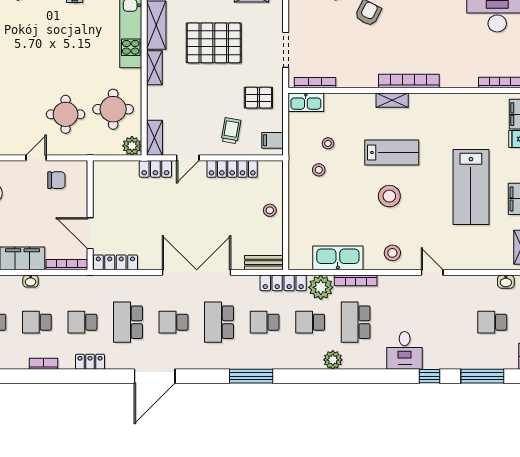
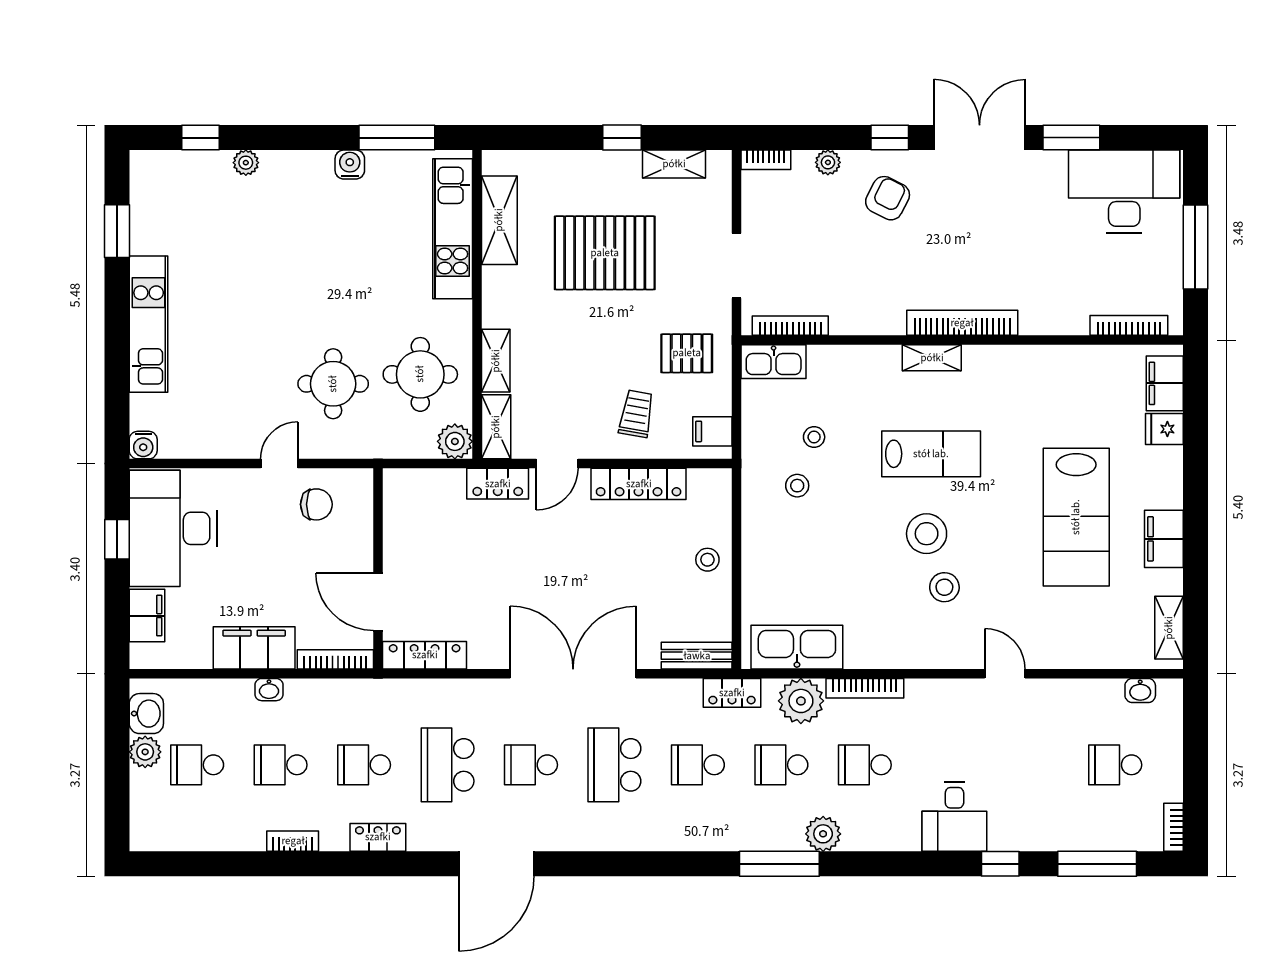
shelving: (154, 68) -> (496, 361), moved
stool: (392, 253) -> (944, 587), moved
kitchen sink: (338, 258) -> (797, 647), moved
locker: (283, 283) -> (732, 693), width x0.66
school desk: (356, 322) -> (865, 765), width x0.54
window: (251, 376) -> (779, 864), moved

